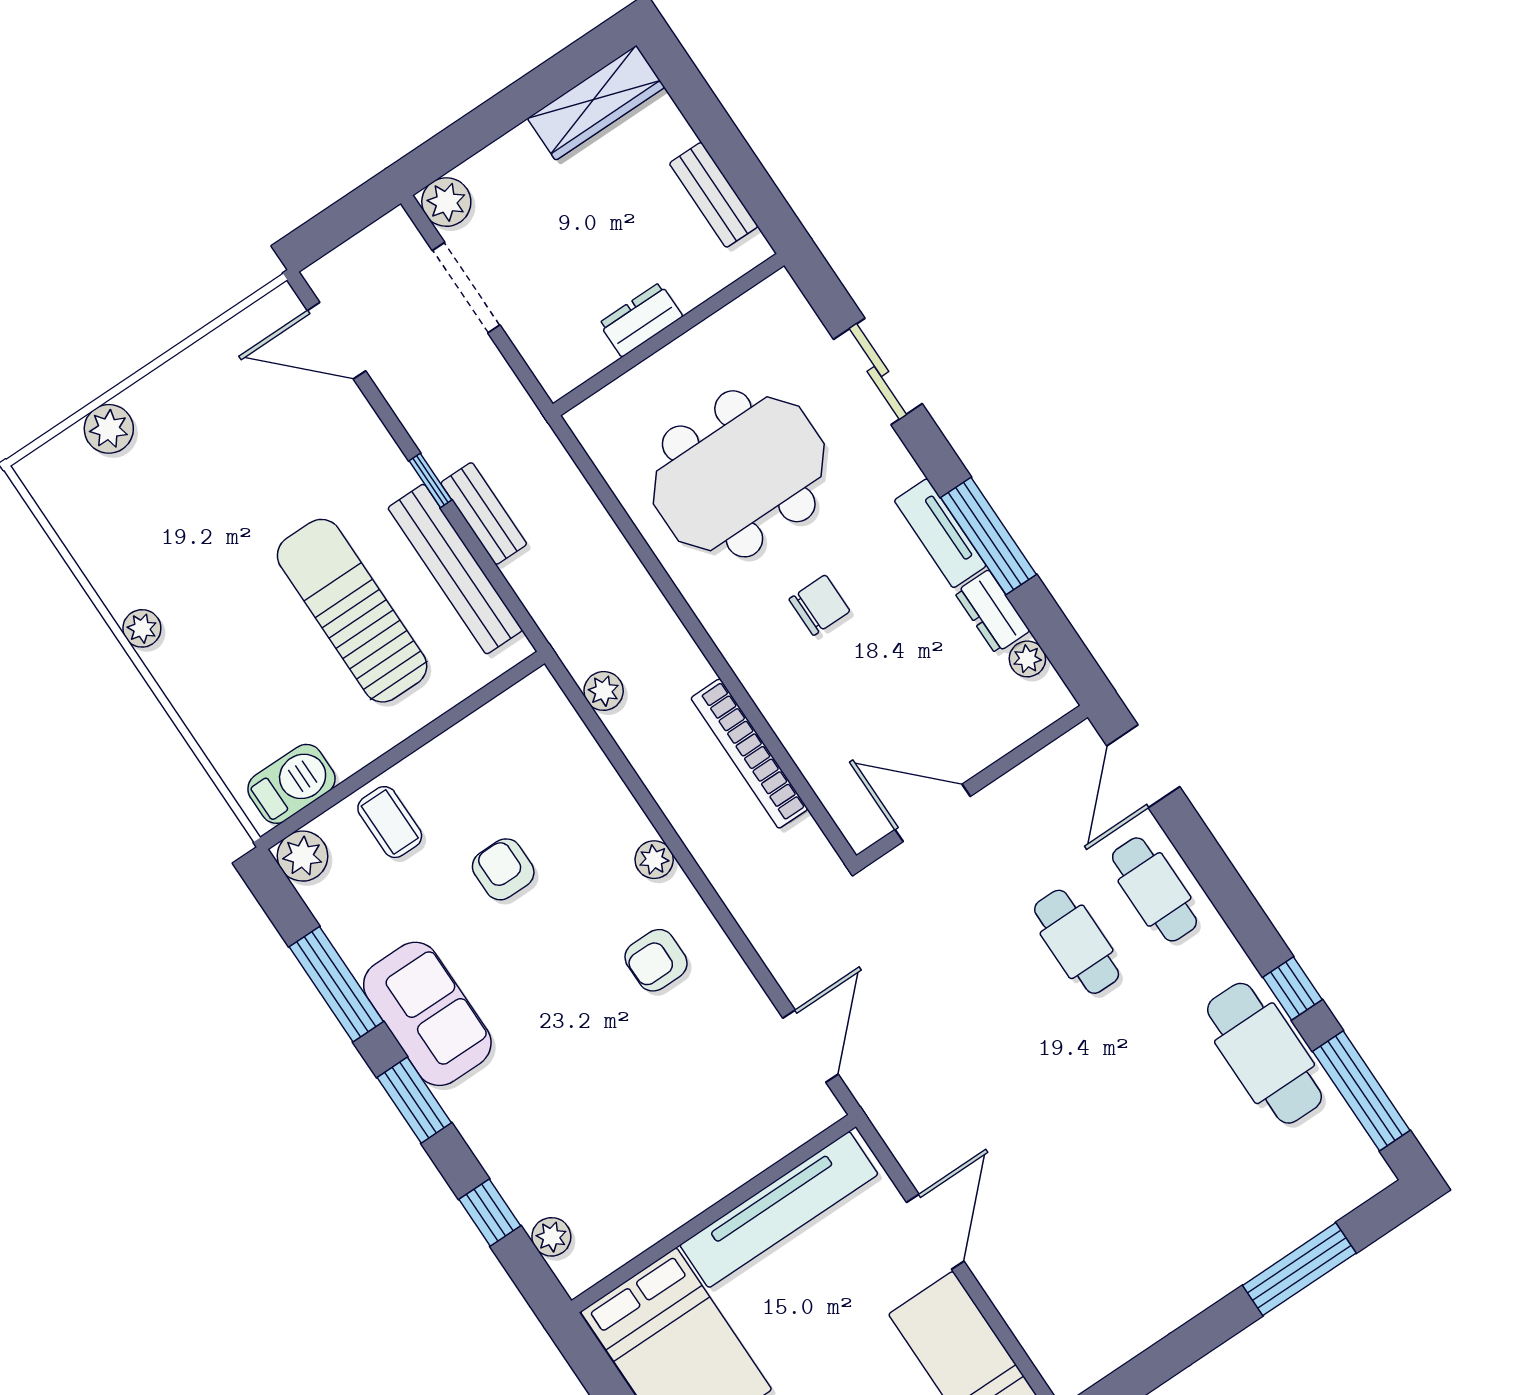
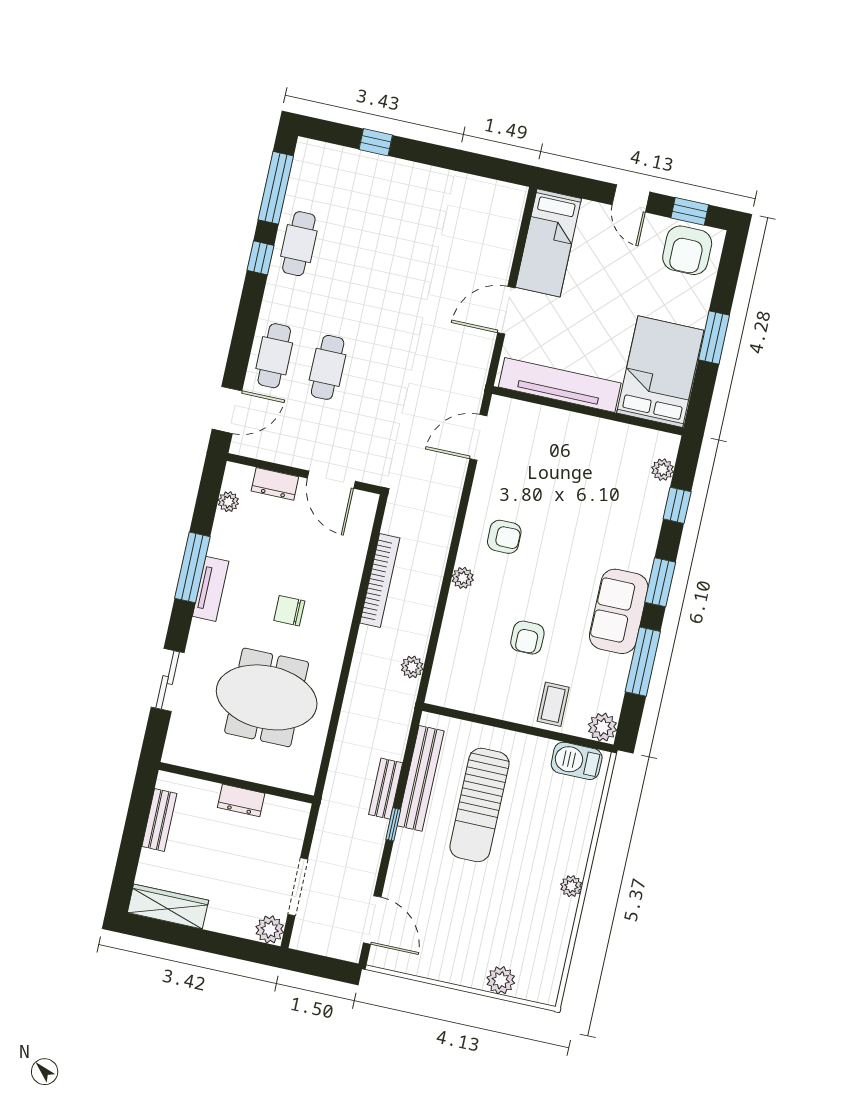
dresser: (992, 612) -> (275, 484), moved, turned 90
cafe table: (1265, 1053) -> (299, 244), width x0.73, depth x0.74
window: (1299, 1269) -> (376, 142), width x0.46

